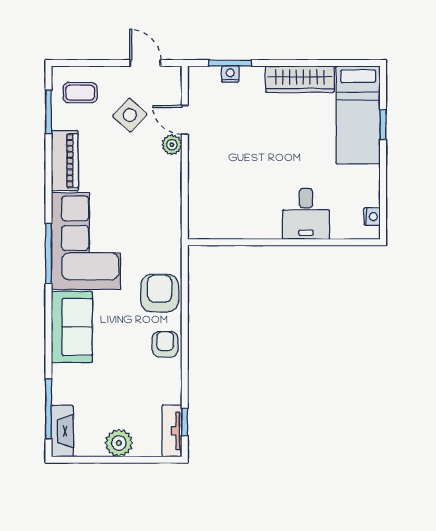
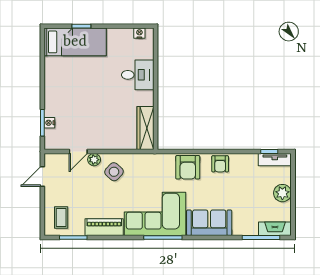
wardrobe: (300, 79) -> (145, 128), moved, turned 180
side table: (130, 115) -> (114, 172), moved
armchair: (160, 293) -> (188, 167), turned -90
armchair: (165, 344) -> (220, 164), turned -90

